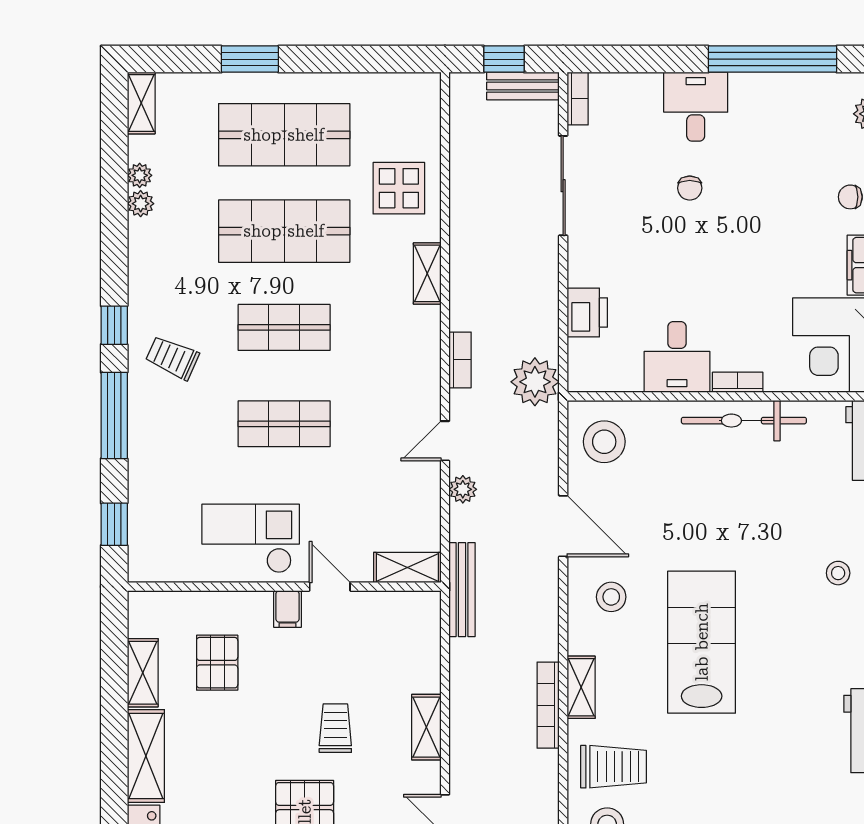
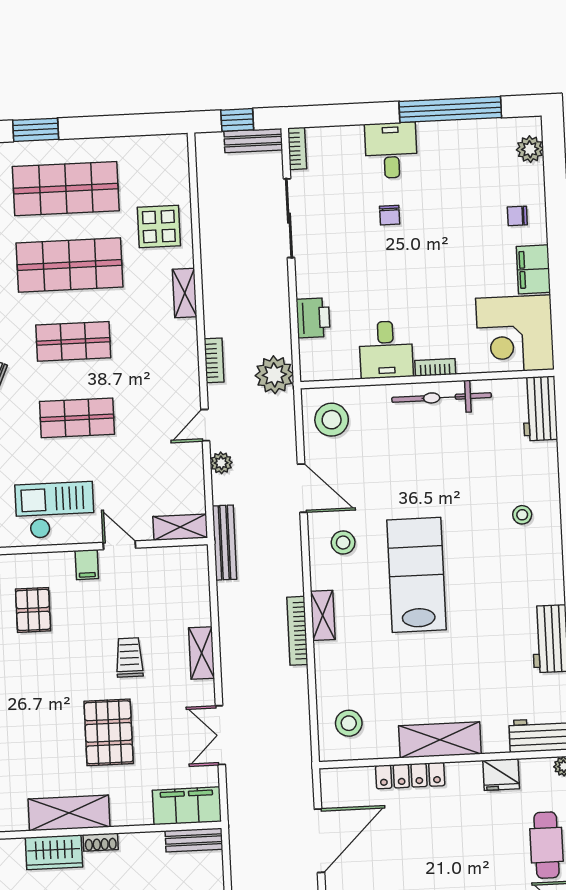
trolley: (614, 767) -> (352, 677), removed

